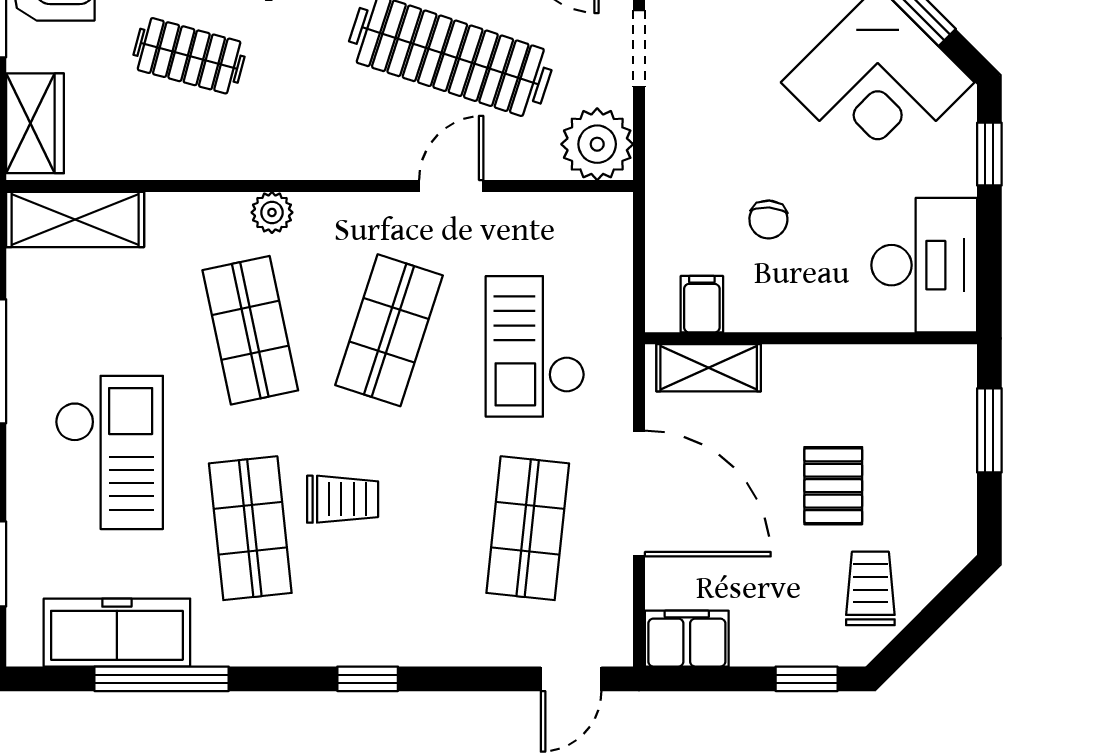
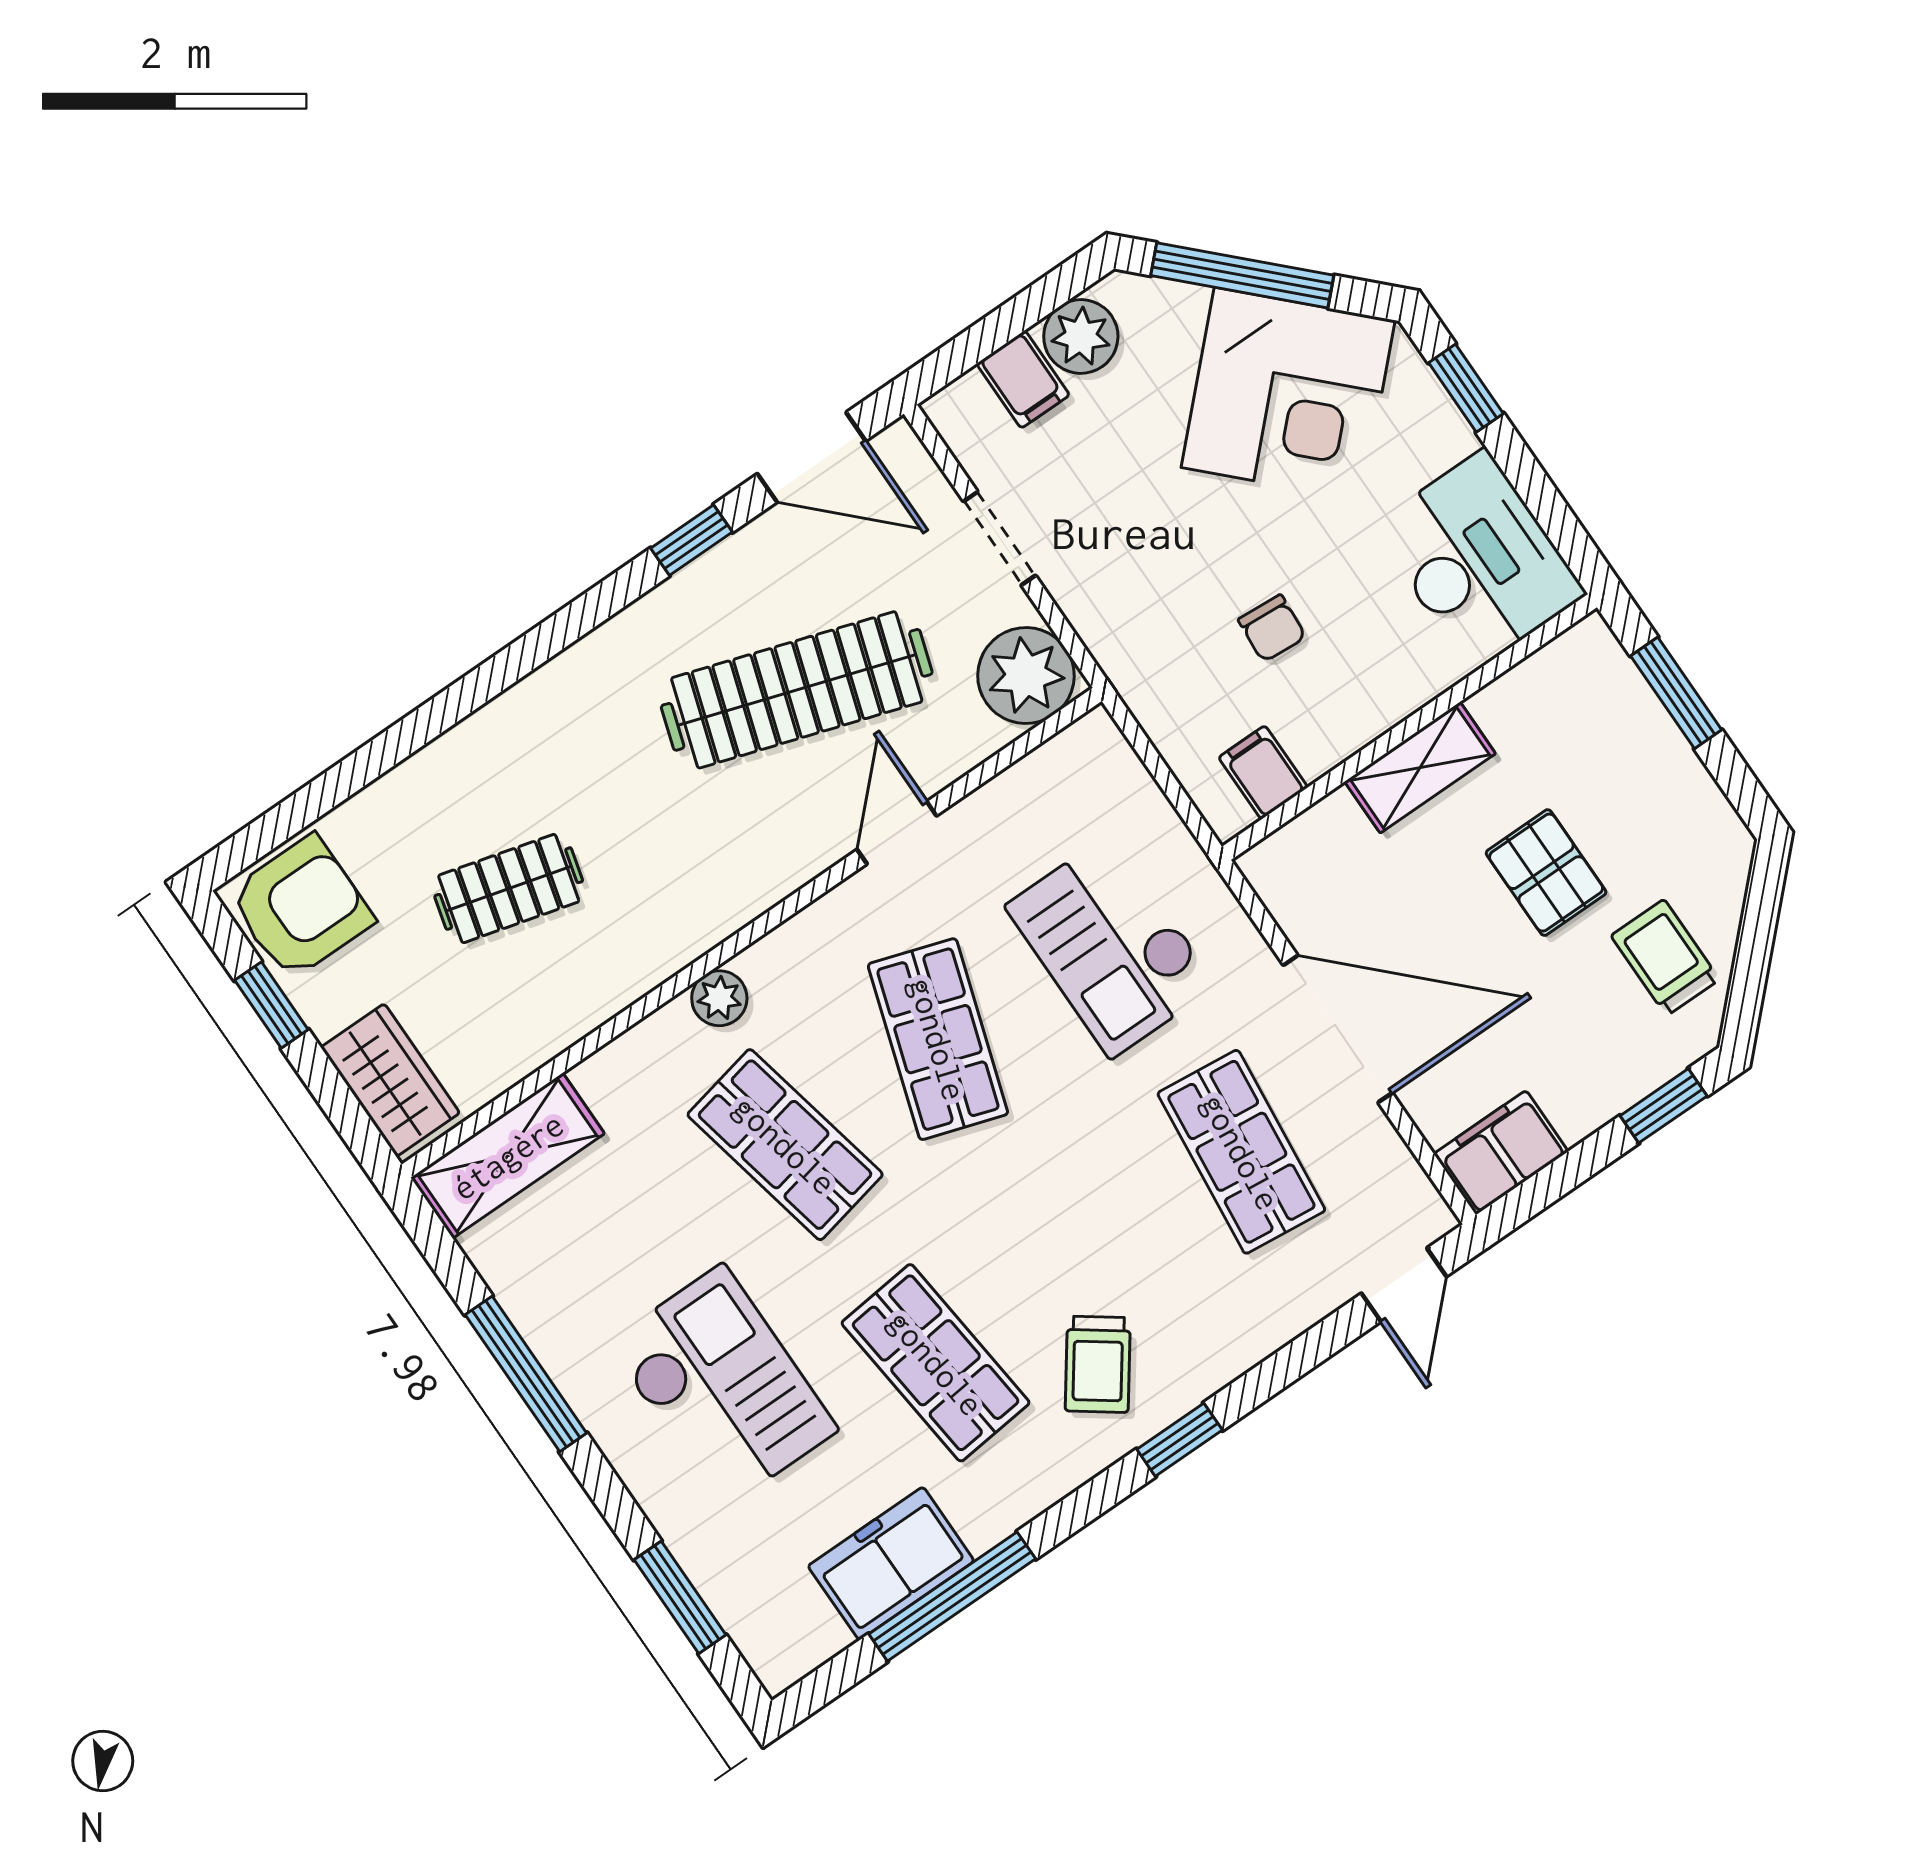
shelving: (709, 368) -> (1420, 768), moved
trolley: (343, 499) -> (1098, 1364), moved, turned 126
freezer: (117, 633) -> (891, 1563), width x0.71

